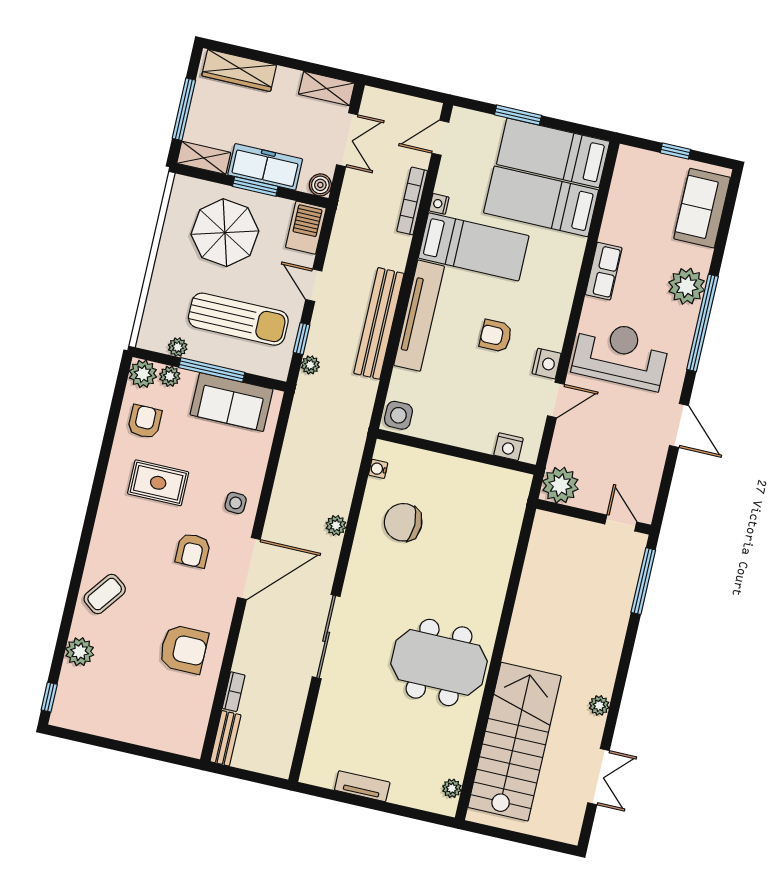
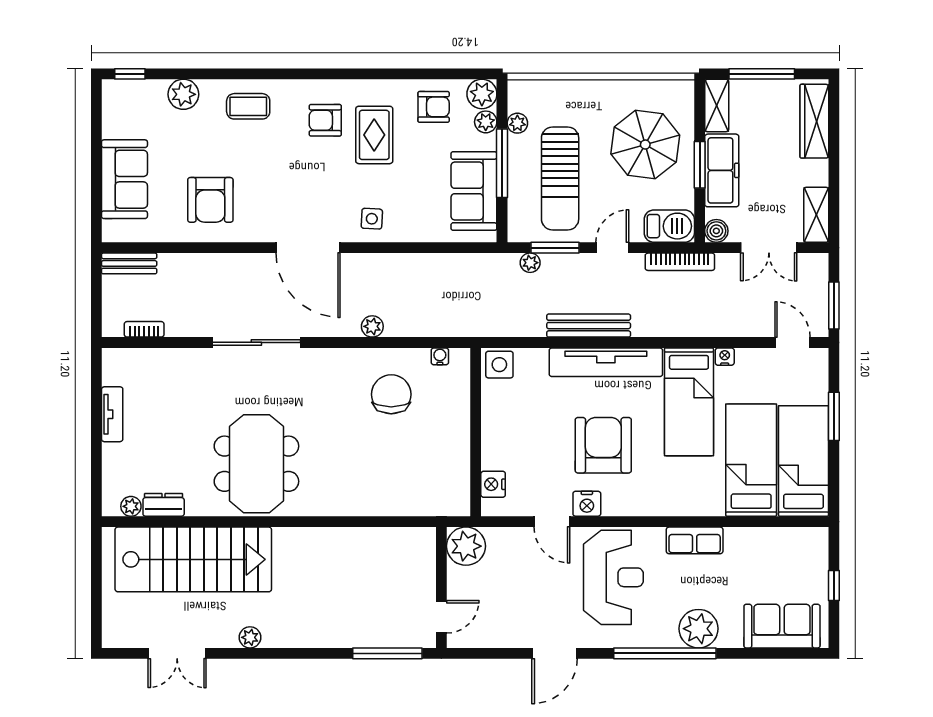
window: (415, 91) -> (834, 306), added
bookcase: (412, 201) -> (680, 262), moved, turned 180
bench: (379, 323) -> (589, 326), width x0.73, depth x0.82
armchair: (496, 336) -> (603, 445), width x1.88, depth x1.88
window: (302, 339) -> (555, 248), width x1.50
armchair: (193, 550) -> (325, 120), moved
coffee table: (105, 594) -> (248, 106), turned -37
bookcase: (234, 692) -> (144, 329), moved, turned 180
sofa: (146, 725) -> (124, 179), added
dresser: (457, 758) -> (164, 505), added

